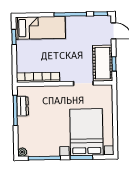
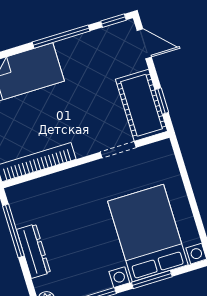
dresser: (23, 106) -> (34, 251), moved, width x1.44

